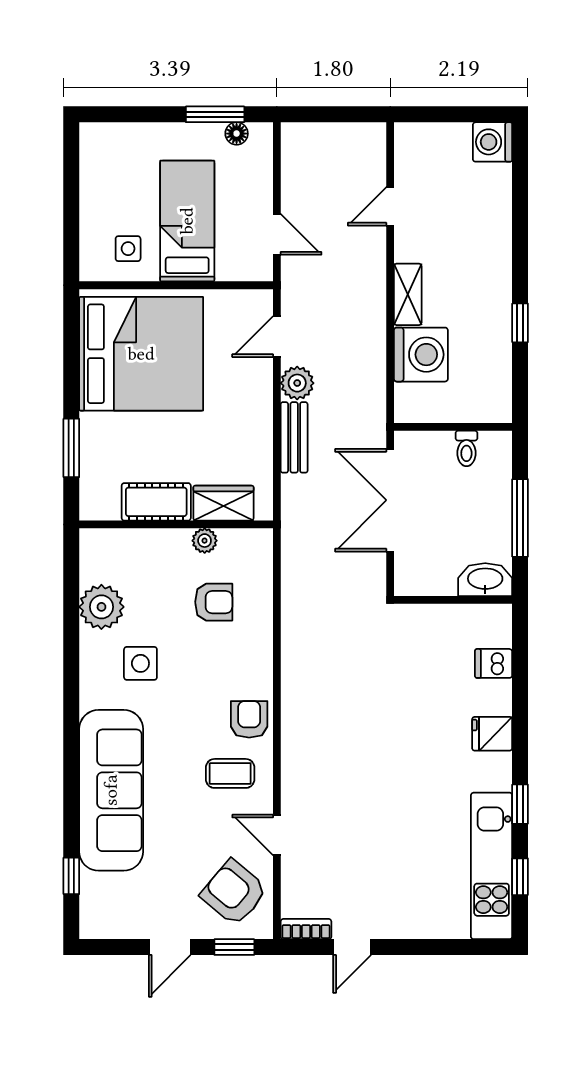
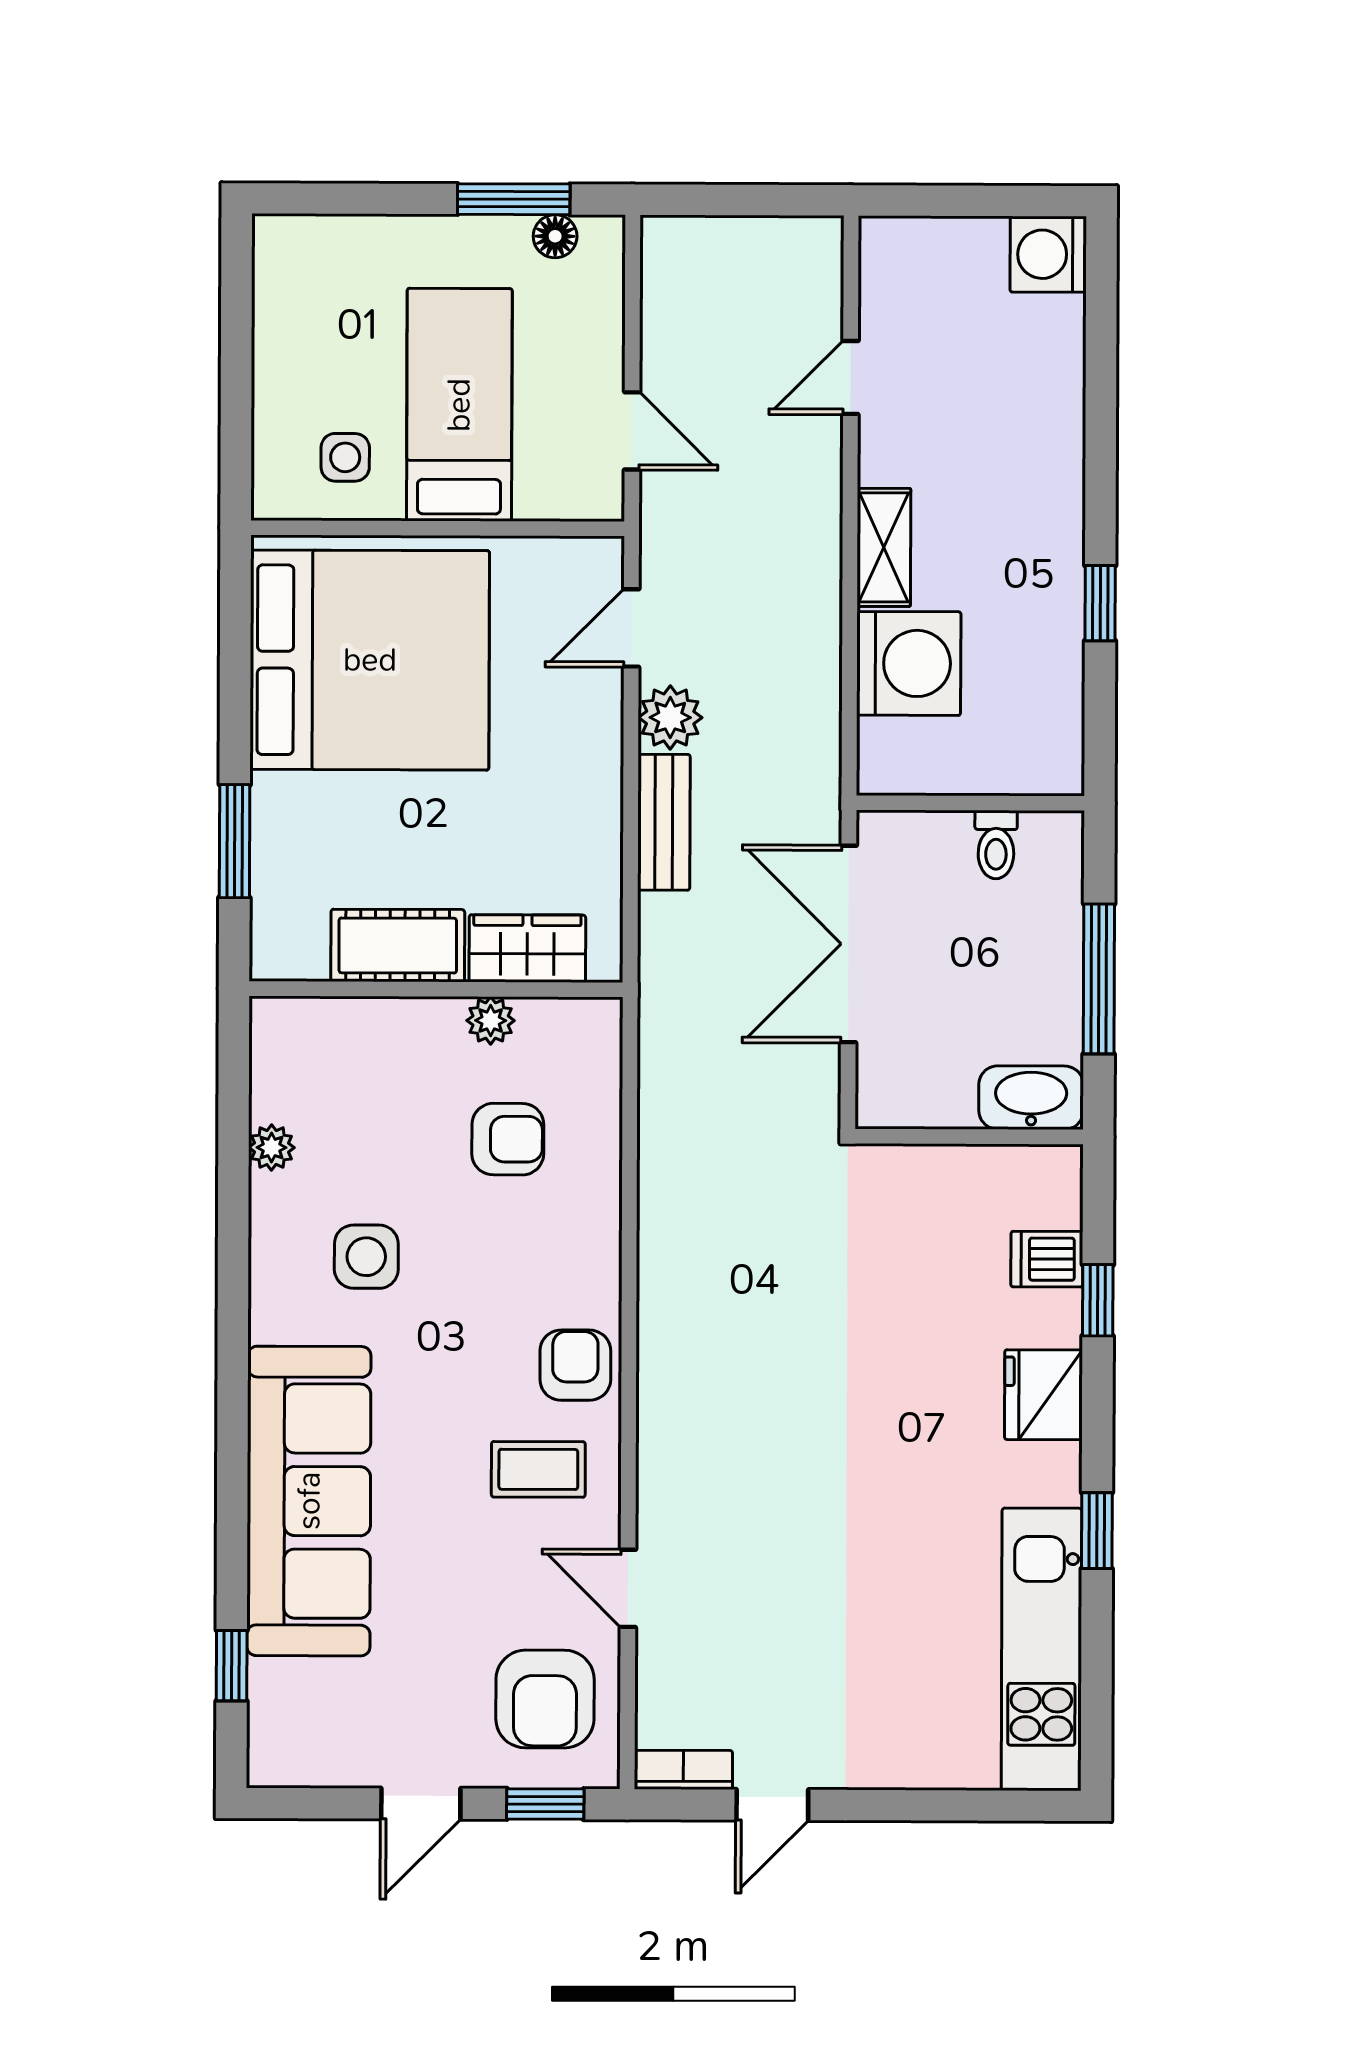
plant: (101, 607) -> (272, 1147), width x0.53, depth x0.53
fridge: (492, 734) -> (1043, 1395), width x1.38
window: (520, 877) -> (1098, 1300), moved
armchair: (234, 893) -> (545, 1699), turned -130

